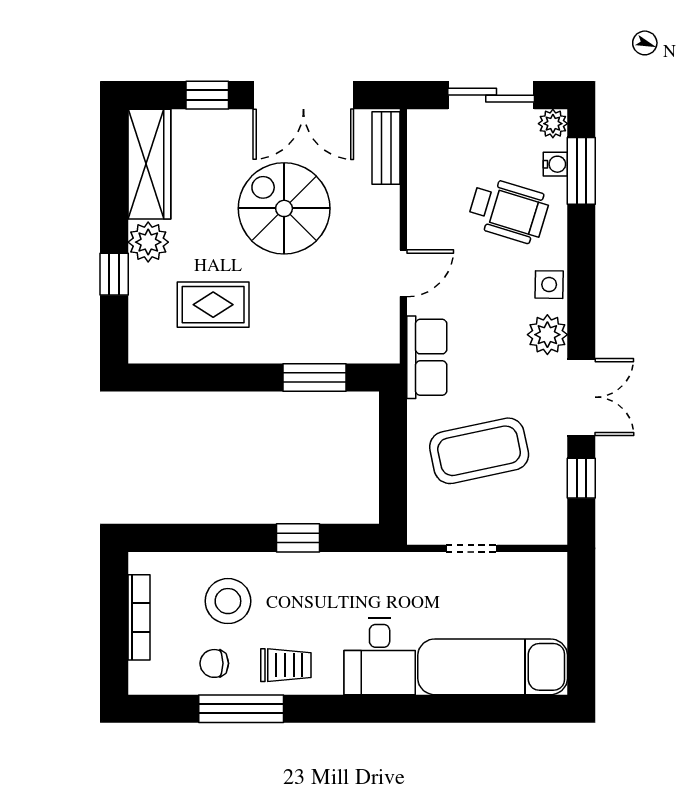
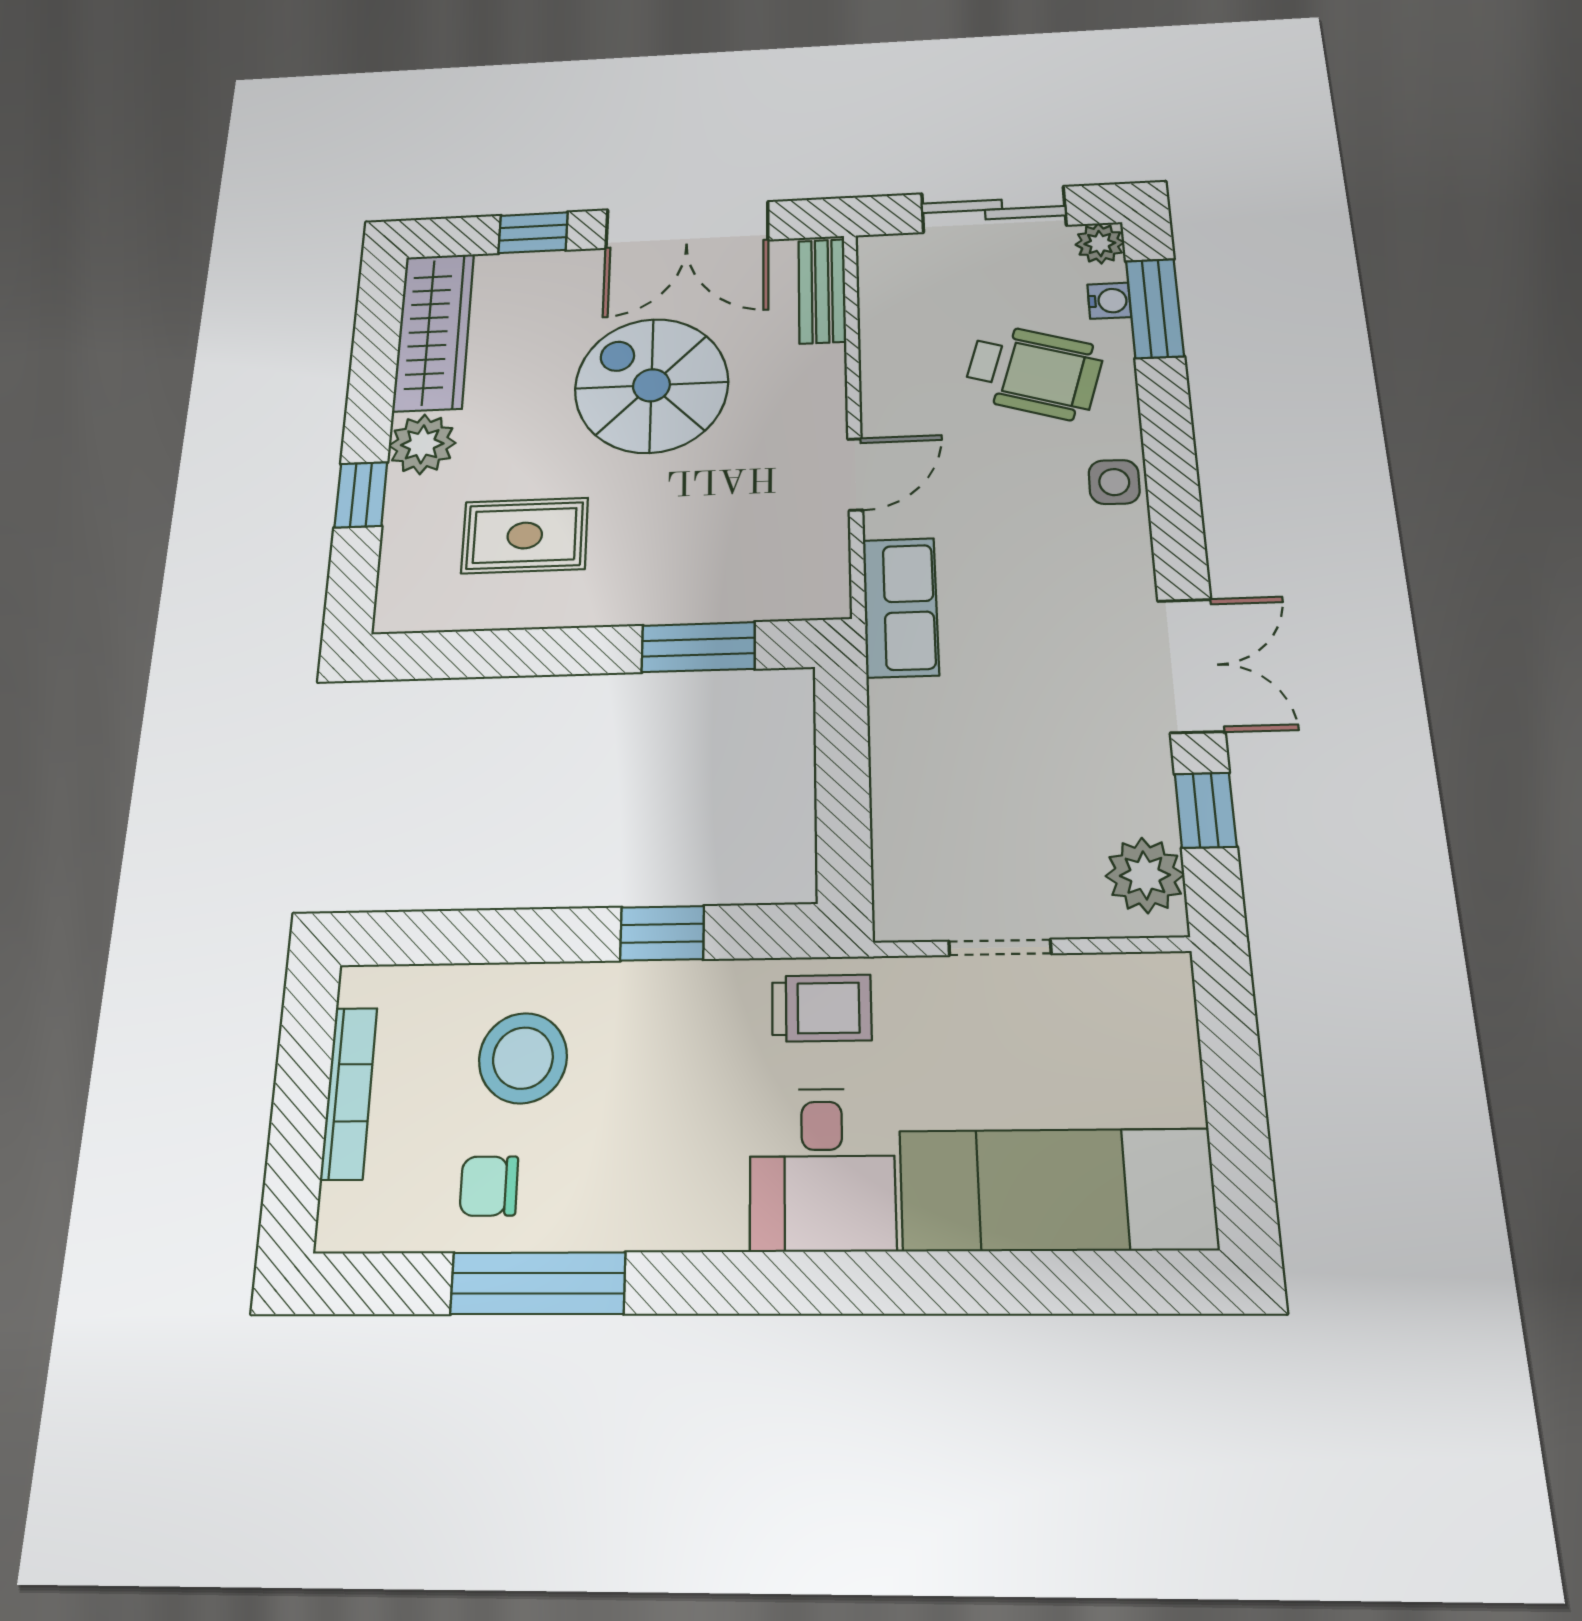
plant: (547, 335) -> (1145, 875), moved
coffee table: (479, 451) -> (1005, 765), removed
trolley: (286, 665) -> (822, 1008), moved

